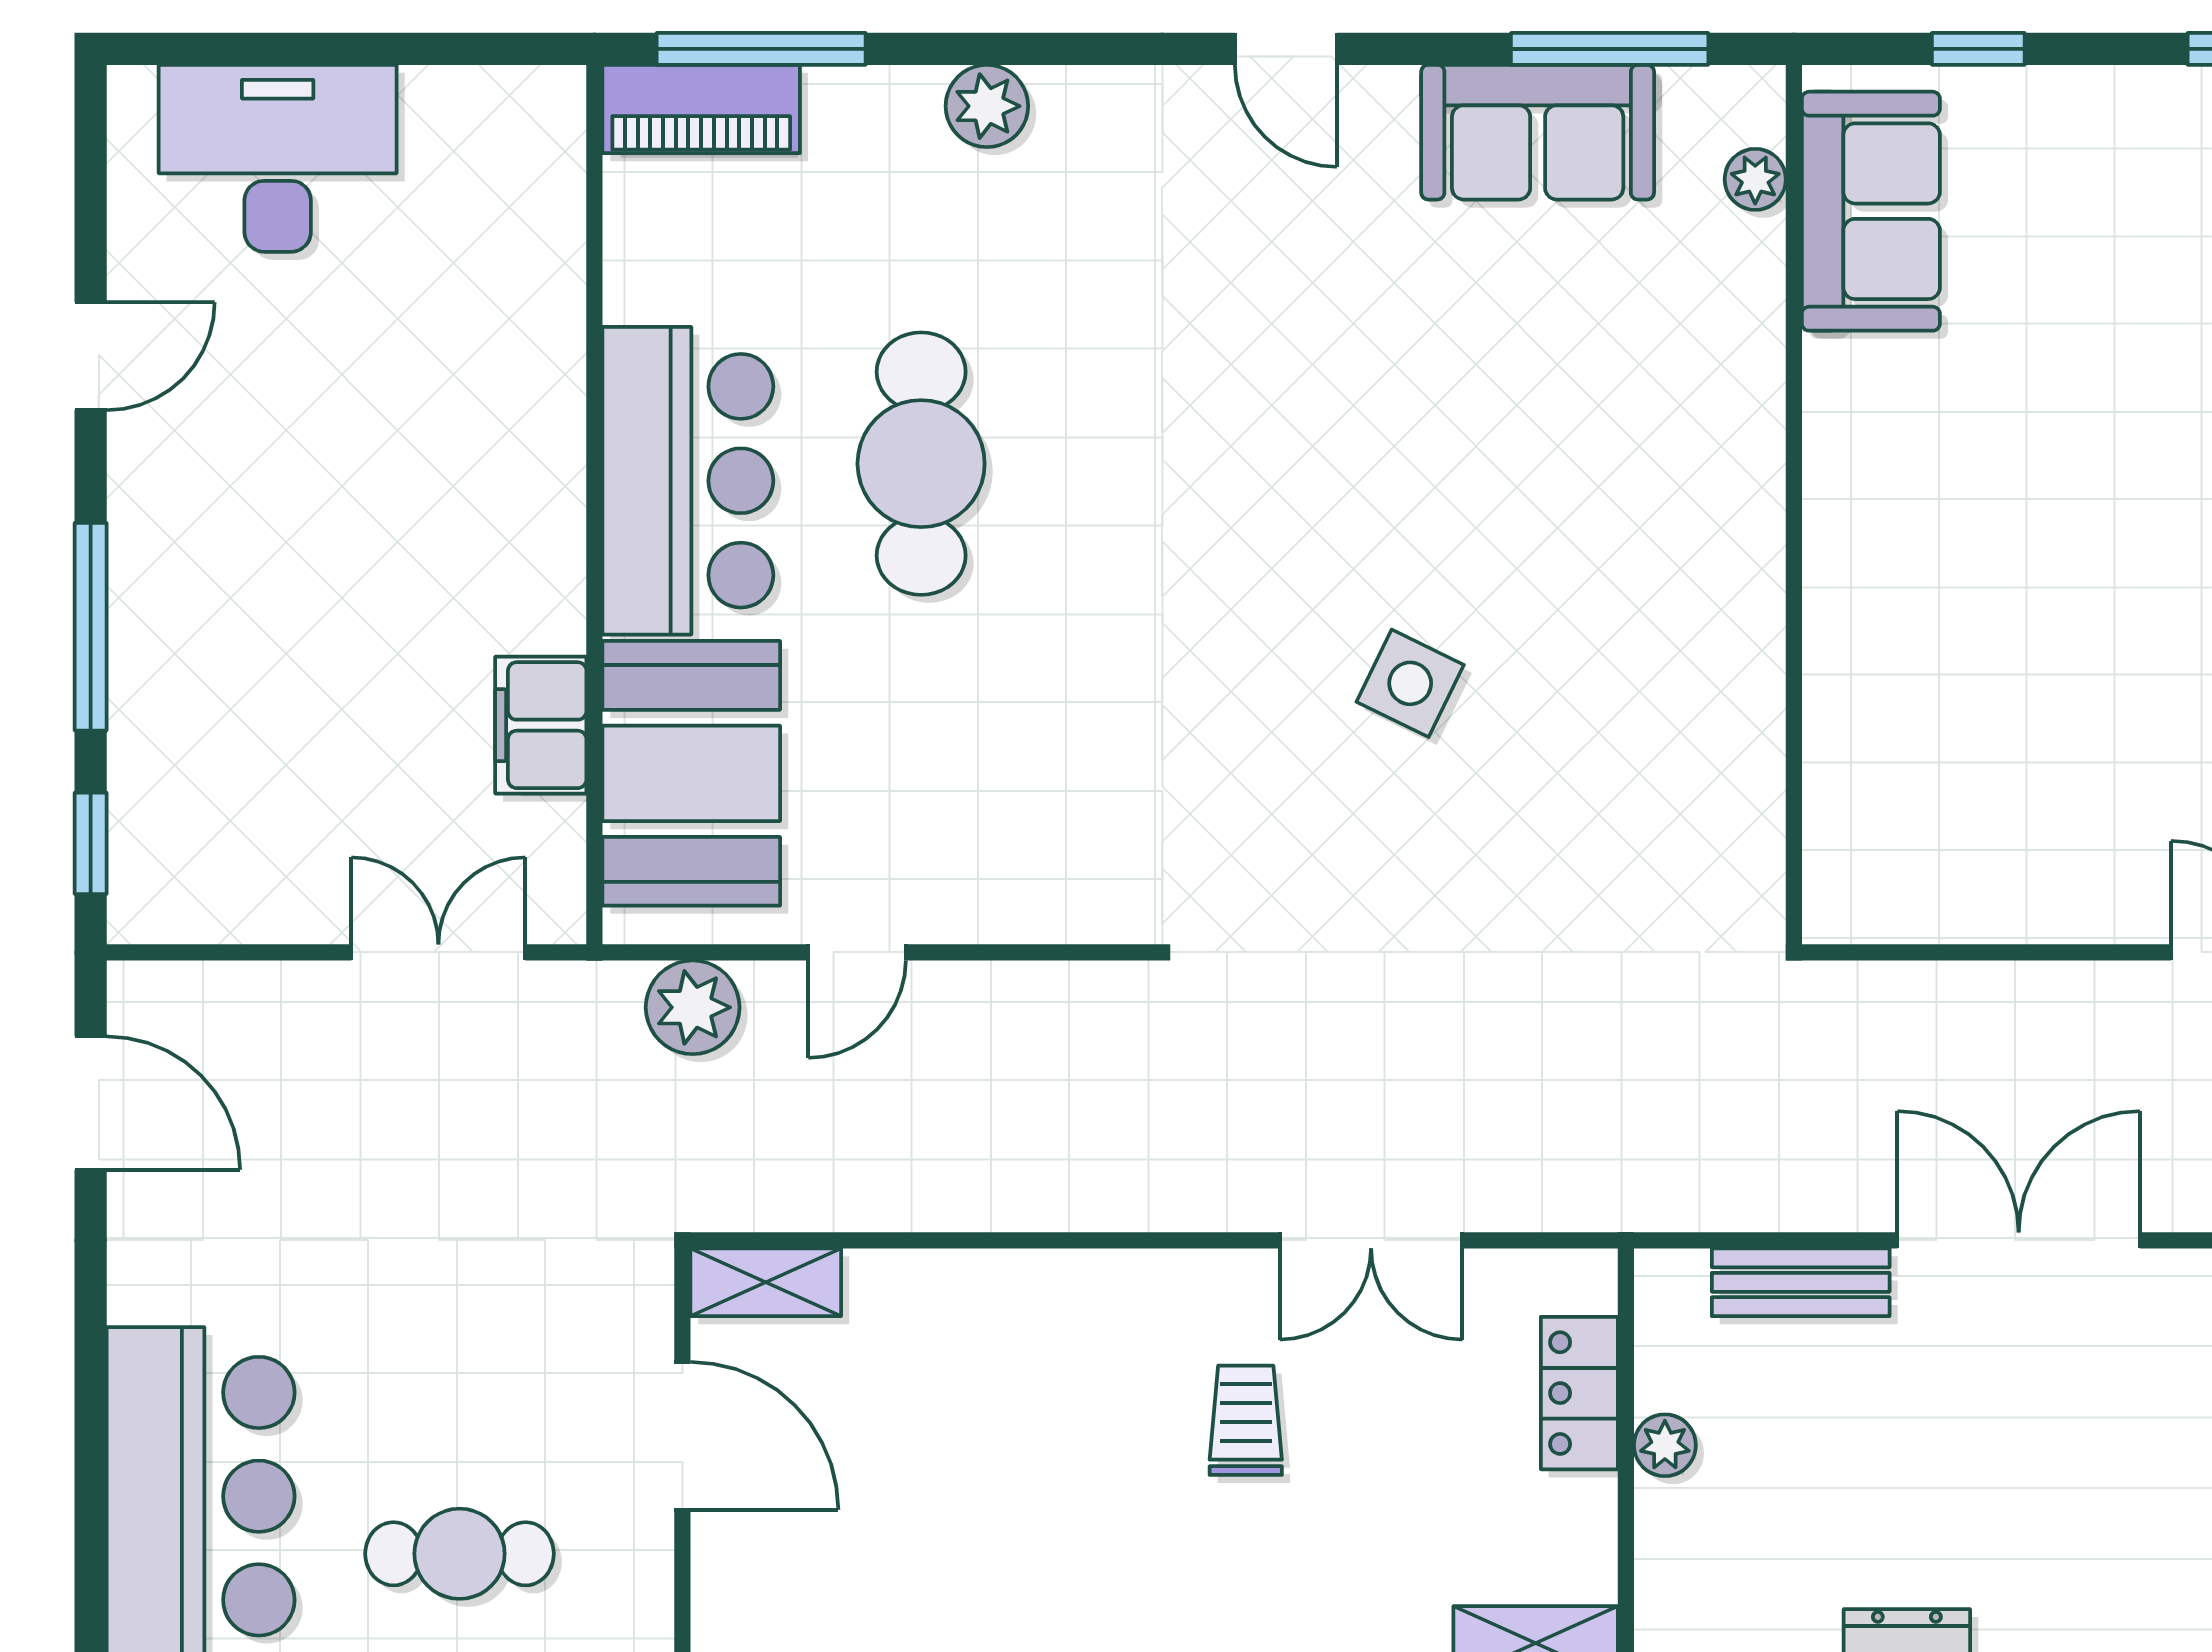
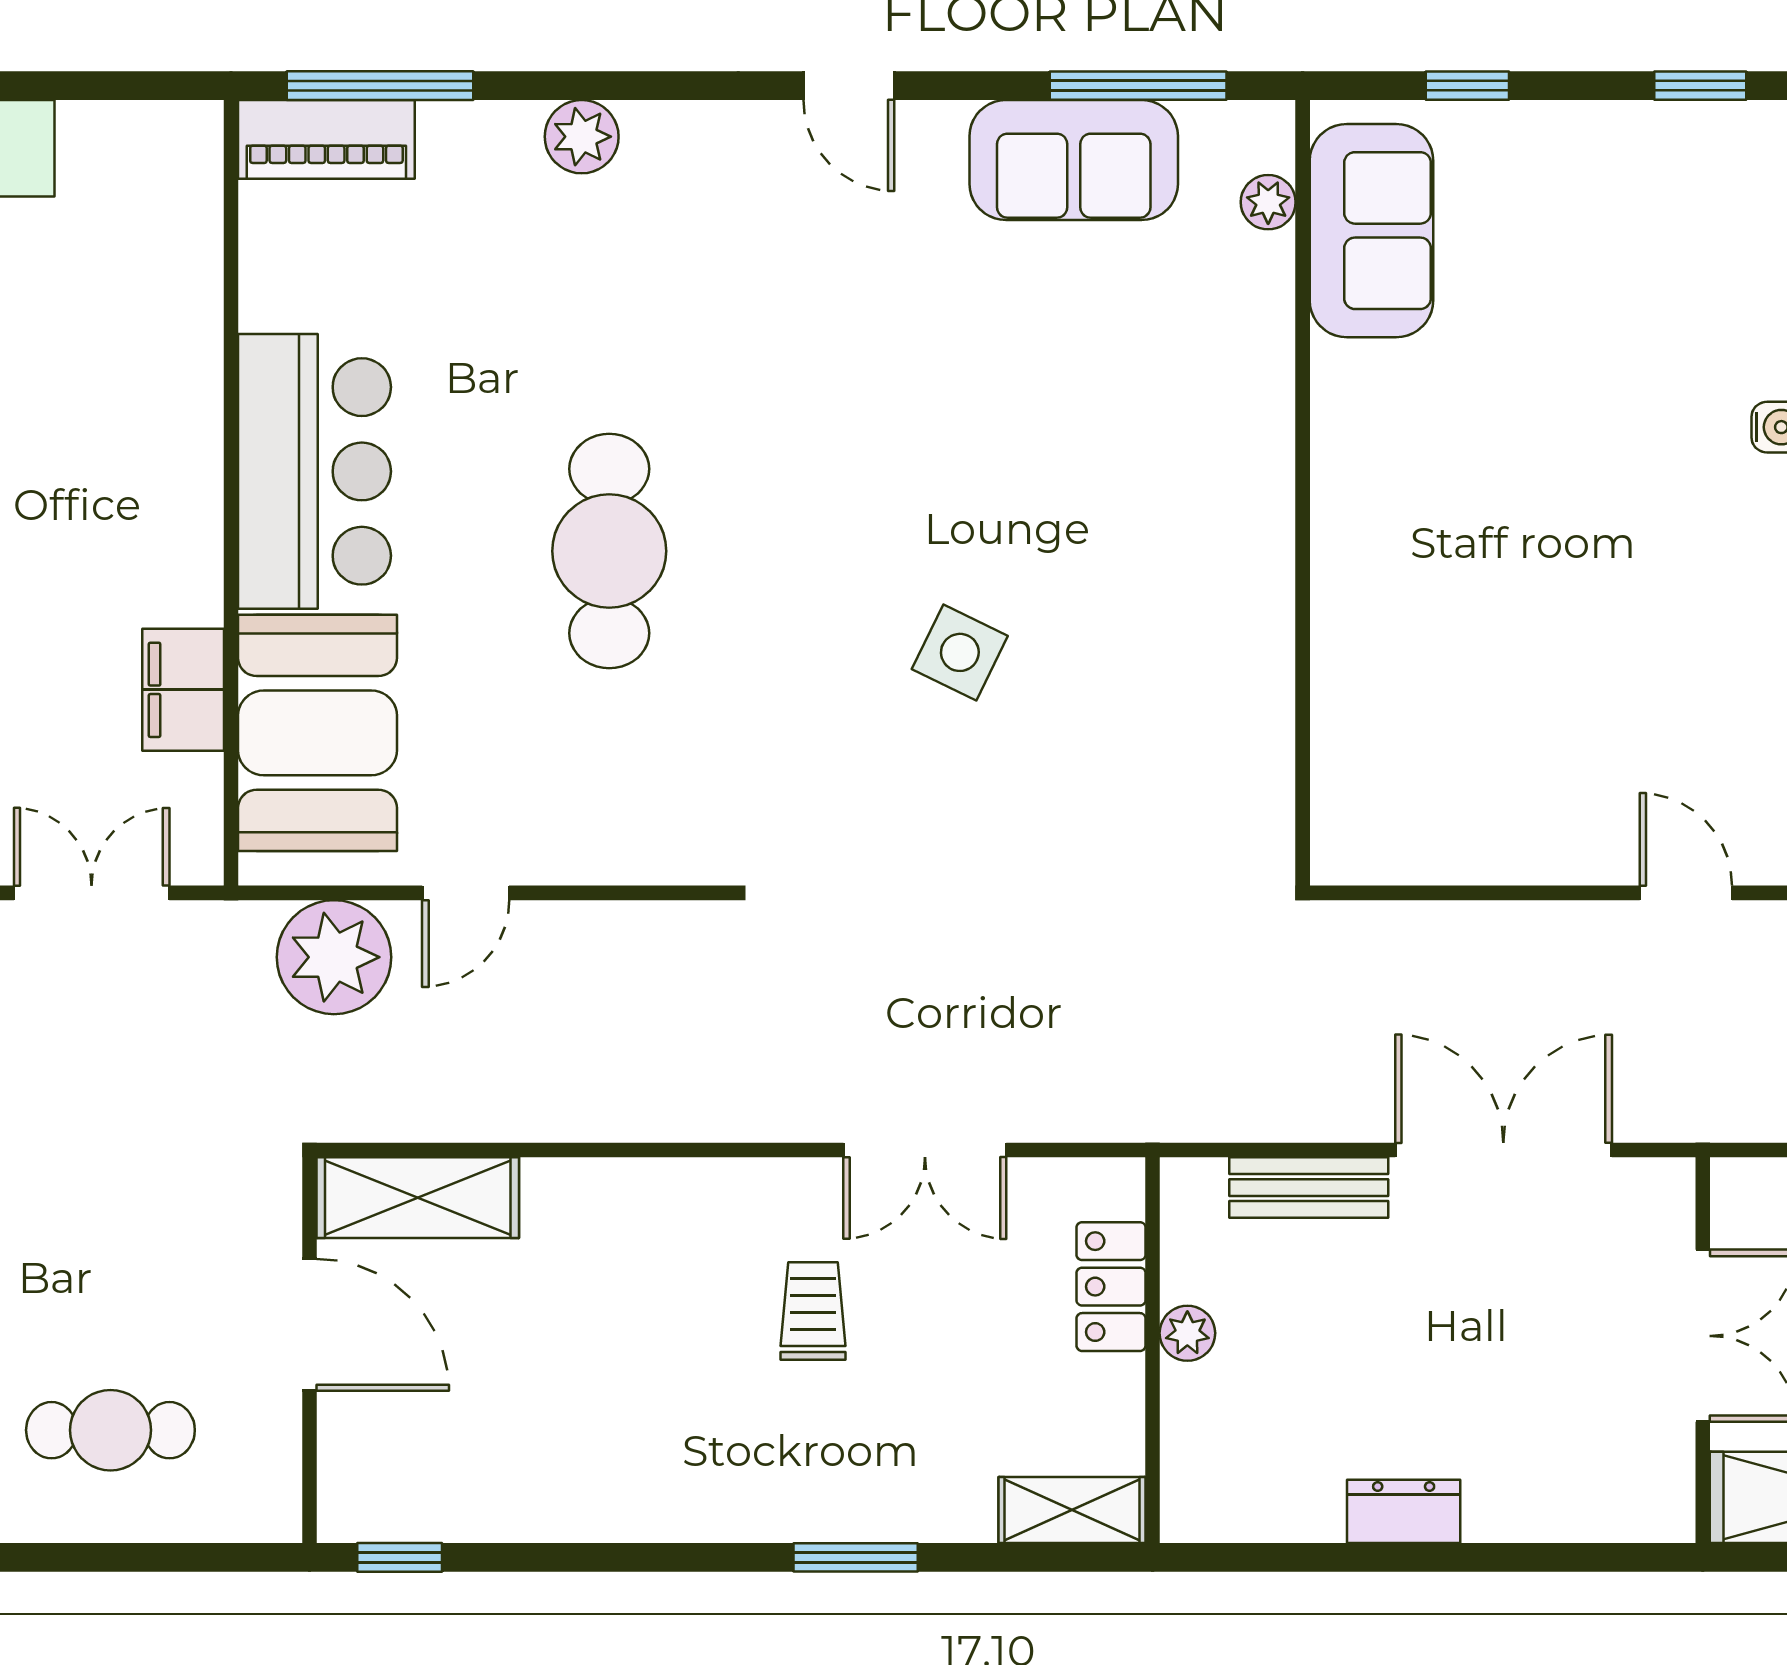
cafe table: (921, 464) -> (609, 551), moved
plant: (693, 1007) -> (334, 957), width x1.36, depth x1.36
shelving: (766, 1282) -> (418, 1198), width x1.50, depth x1.33

